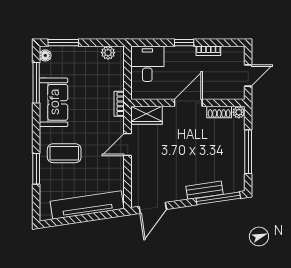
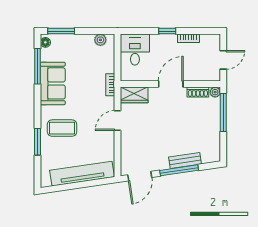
window: (248, 152) -> (223, 112), moved
window: (218, 198) -> (179, 170), moved

